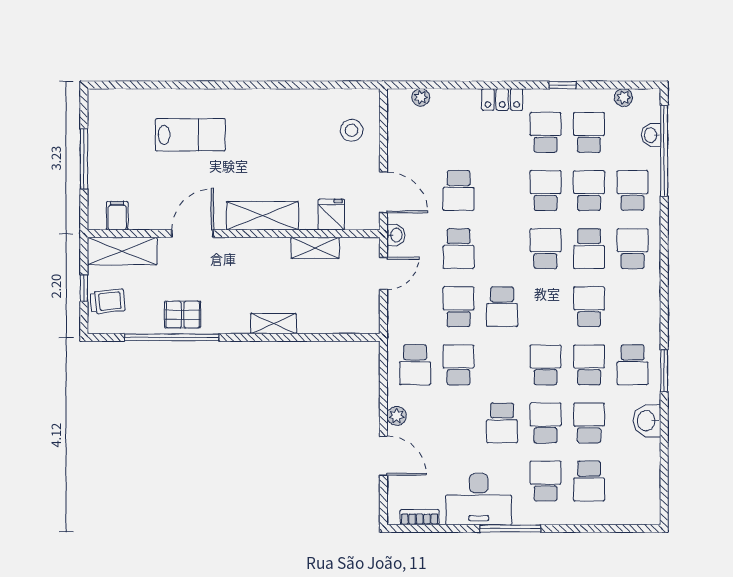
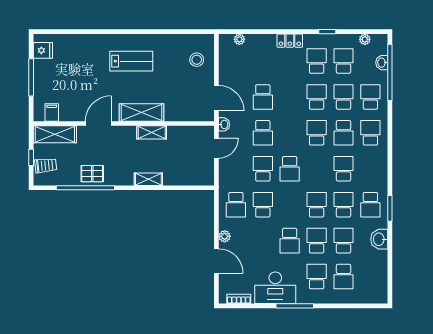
lab bench: (190, 135) -> (131, 61), moved
fridge: (331, 215) -> (43, 50), moved, turned 90
shelving: (315, 248) -> (152, 132), moved

